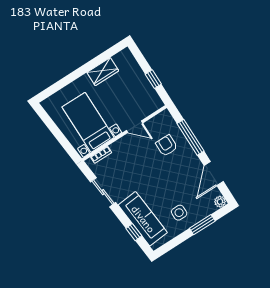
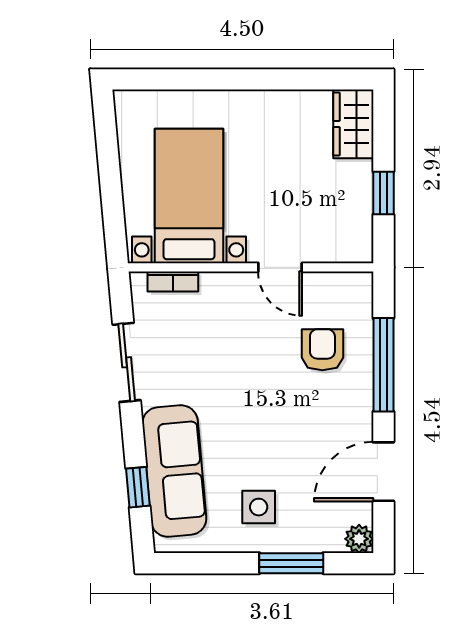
wardrobe: (103, 72) -> (353, 124), moved, turned 90

